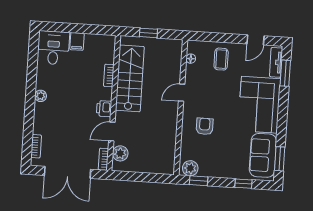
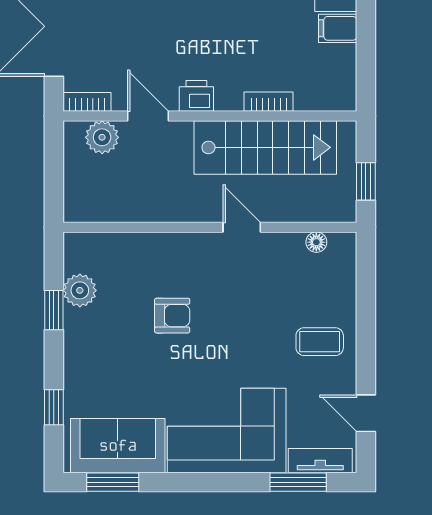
floor lamp: (191, 59) -> (316, 242), moved
door: (182, 93) -> (242, 227), moved
wall: (181, 107) -> (210, 227), moved

